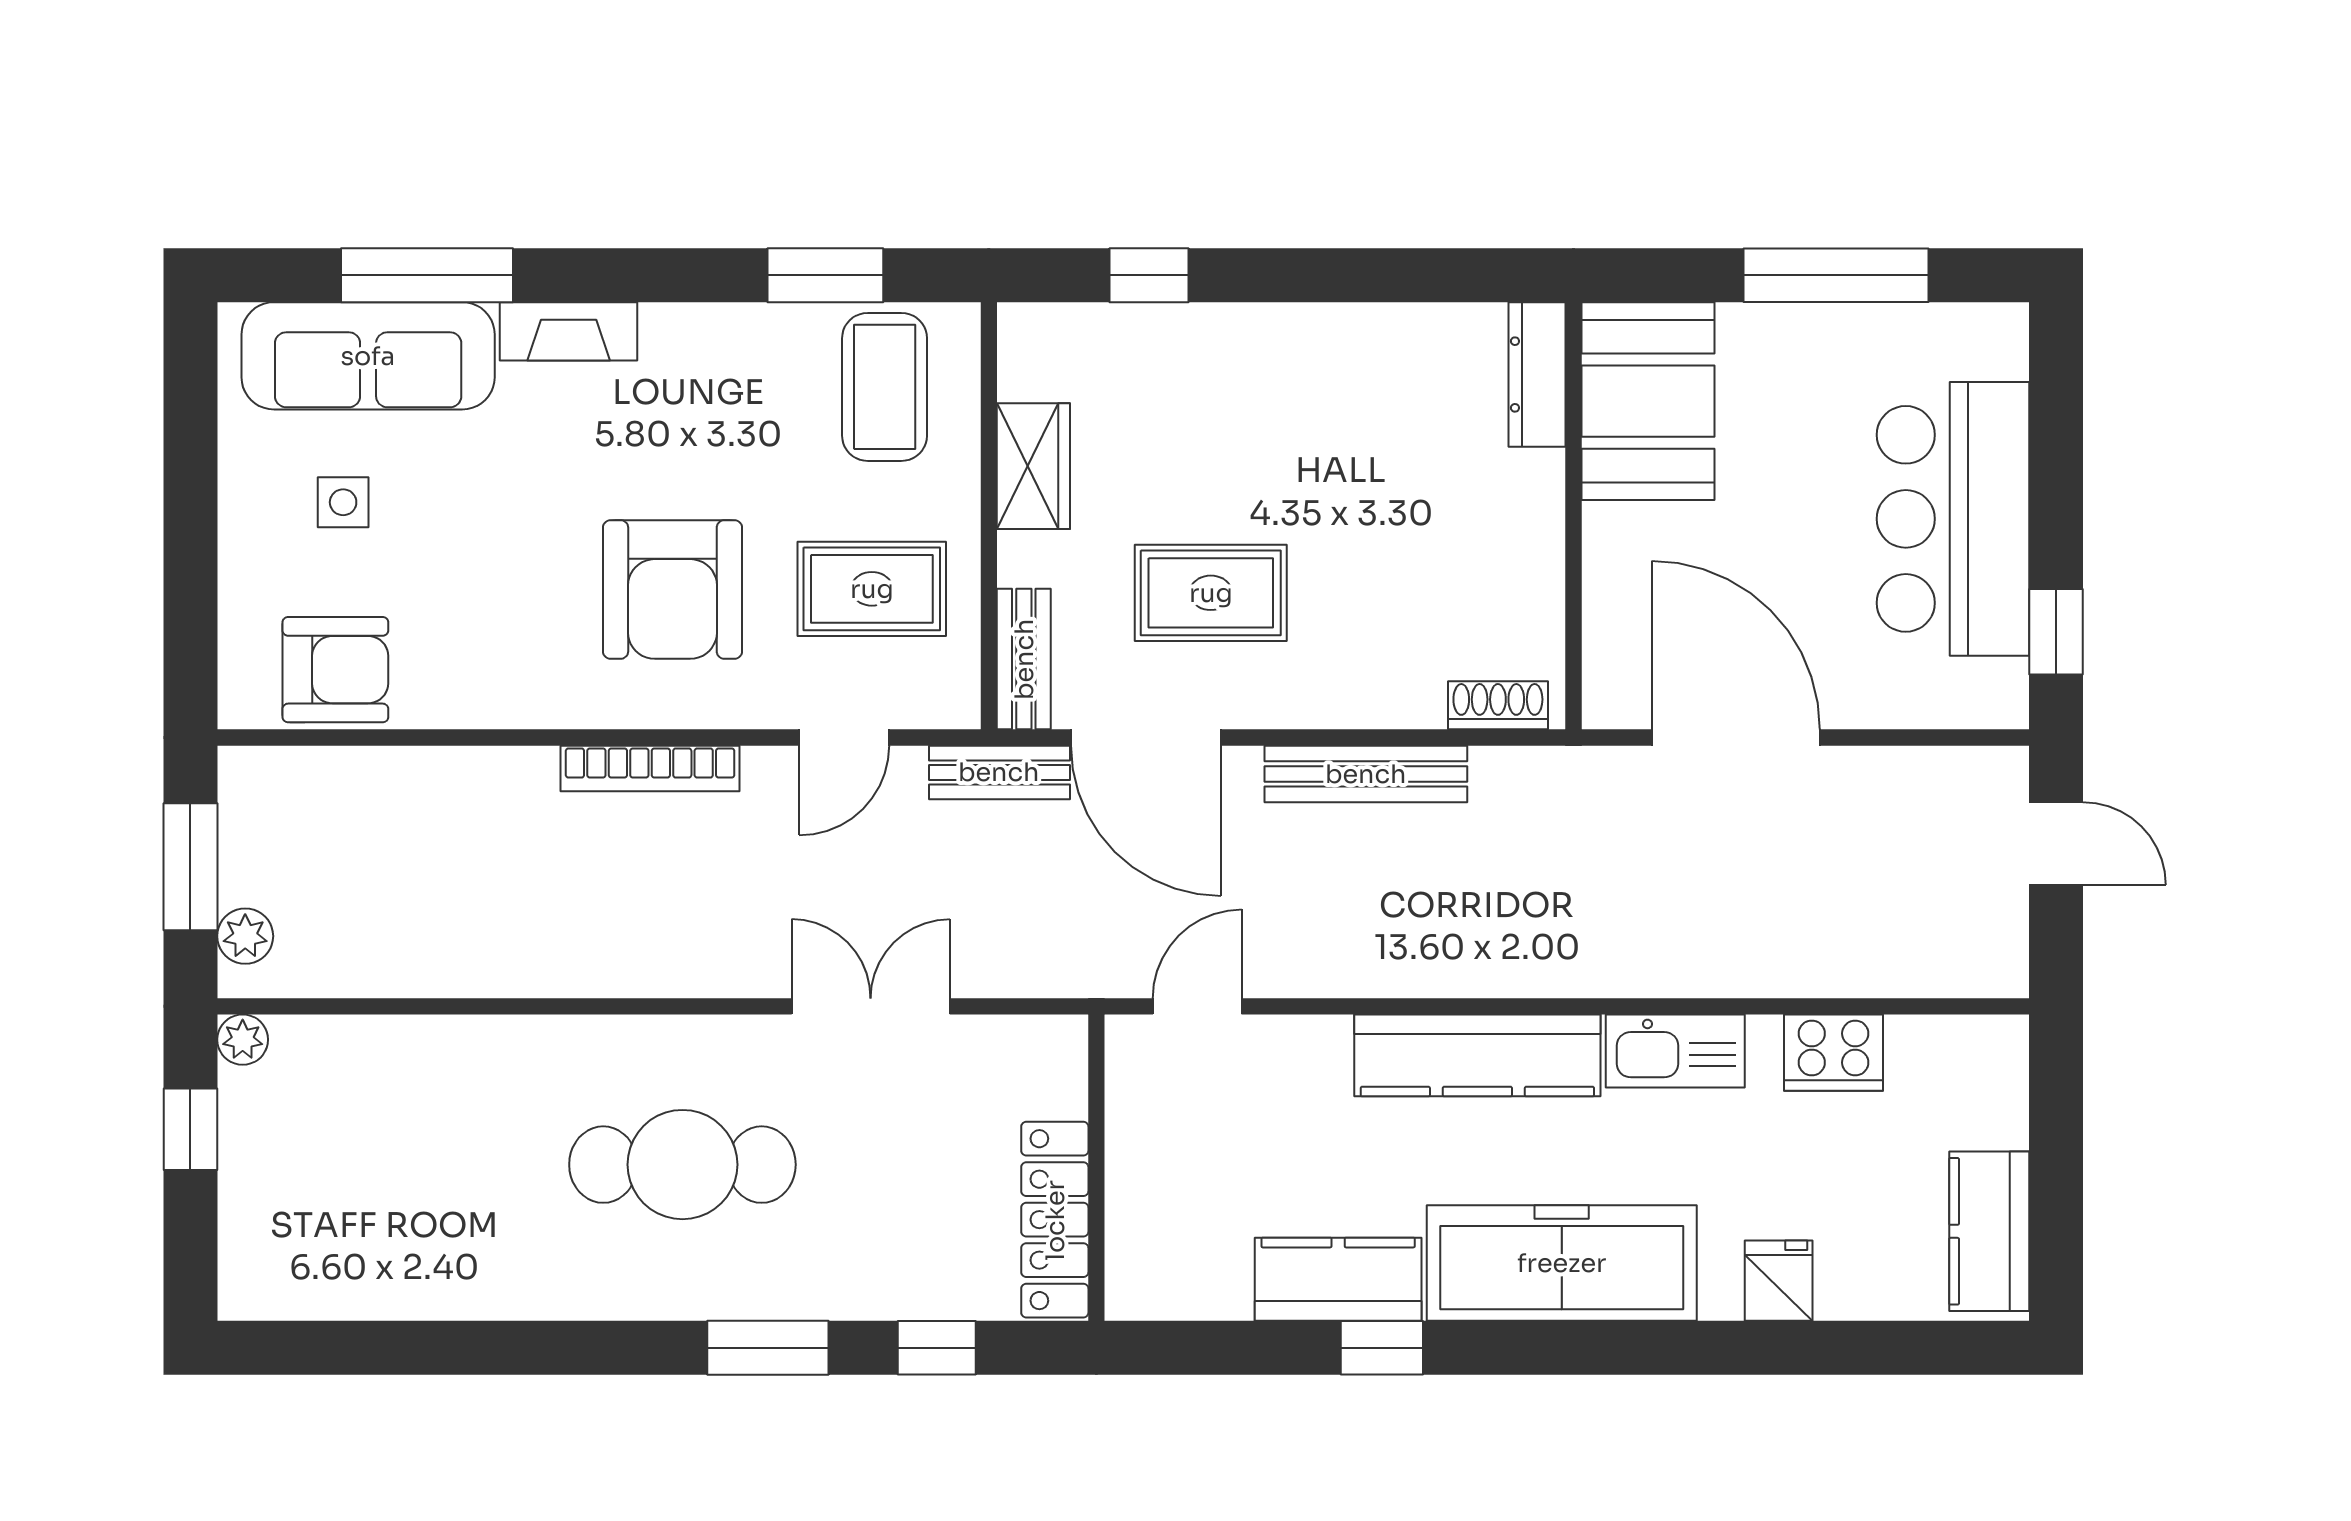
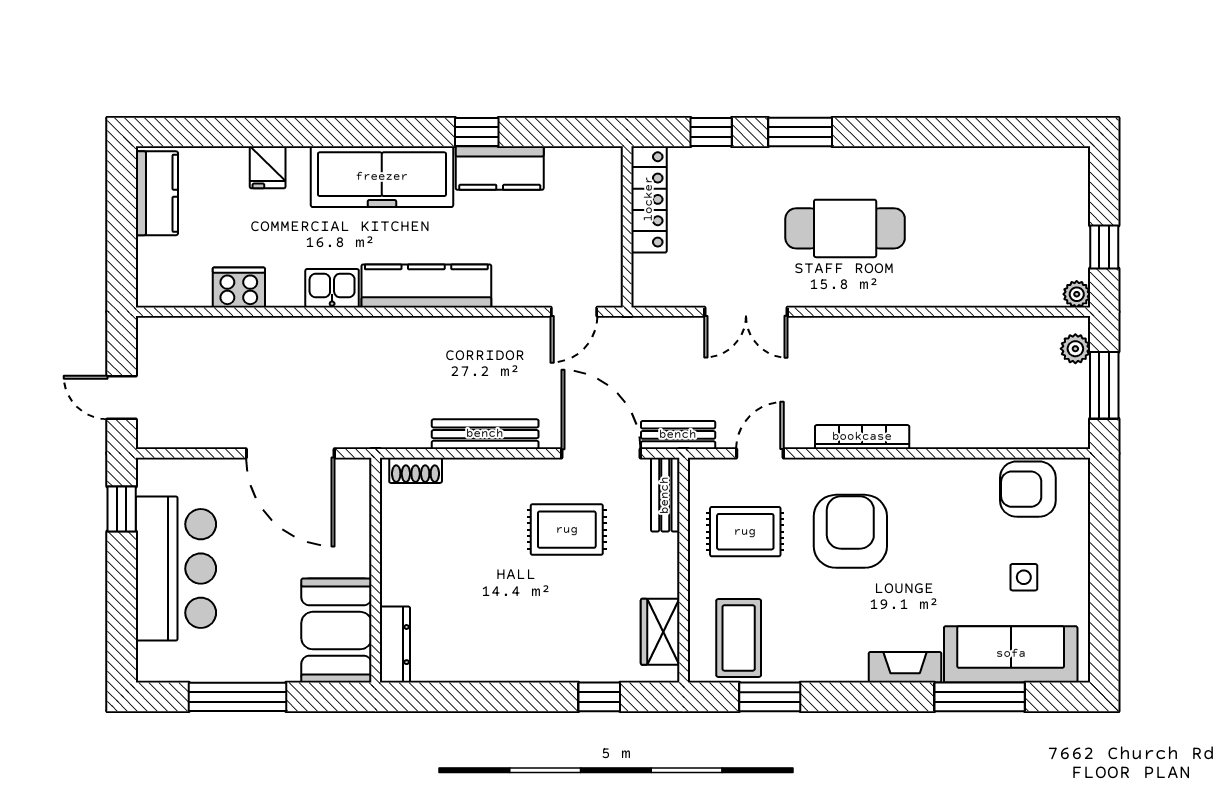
wardrobe: (1033, 466) -> (660, 632), moved
kitchen sink: (1675, 1051) -> (332, 288), width x0.73

